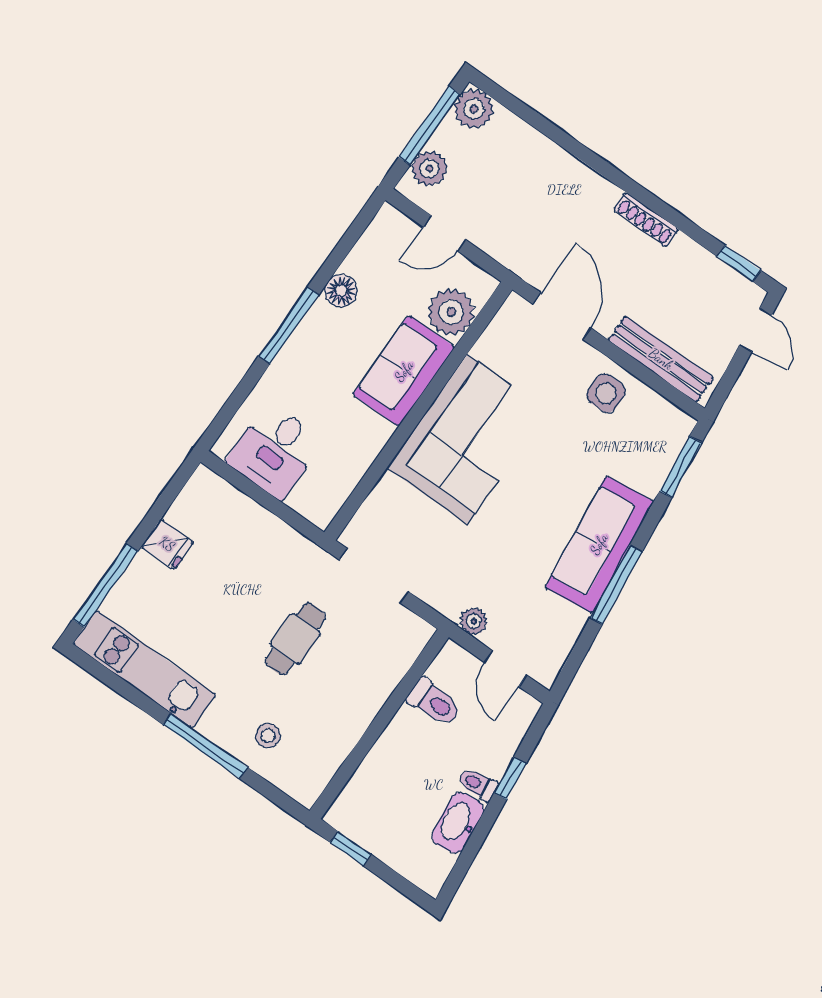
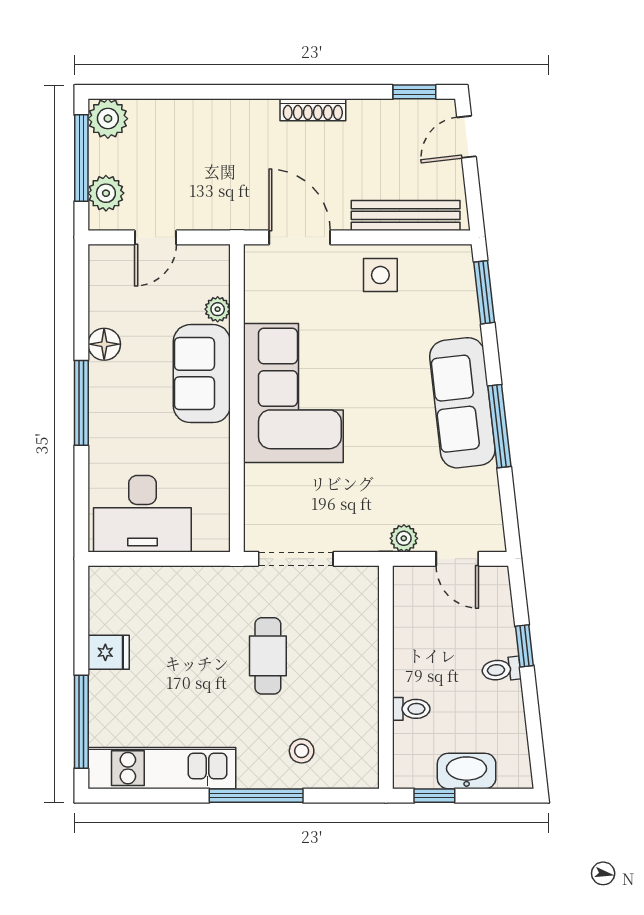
plant: (451, 312) -> (218, 309), width x0.53, depth x0.53
door: (756, 330) -> (466, 137), swing flipped
desk: (275, 451) -> (142, 514), width x1.37
toilet: (434, 702) -> (411, 709), moved, width x0.73, depth x0.72
washbasin: (458, 823) -> (467, 771), moved, turned 96

